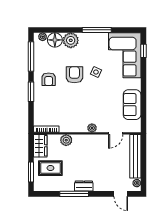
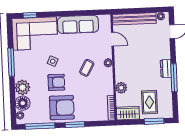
armchair: (74, 75) -> (56, 82), turned 180
armchair: (49, 79) -> (62, 108), width x1.88, depth x1.88
sofa: (132, 105) -> (78, 24), width x1.36
coffee table: (88, 106) -> (87, 68), added

